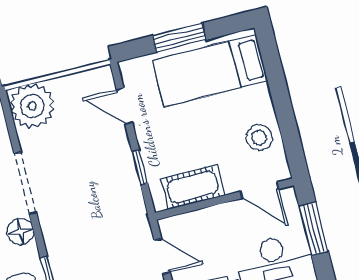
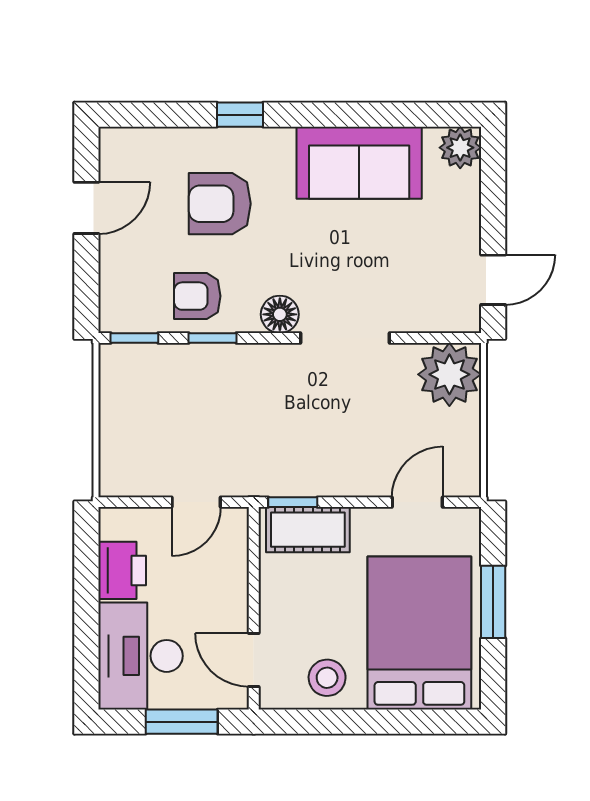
bed: (210, 71) -> (419, 633), width x1.50
window: (140, 168) -> (293, 502), moved
cot: (193, 187) -> (308, 530), moved, turned 90
door: (260, 190) -> (254, 660), hinge flipped

